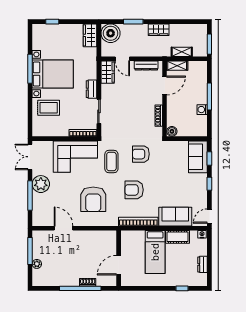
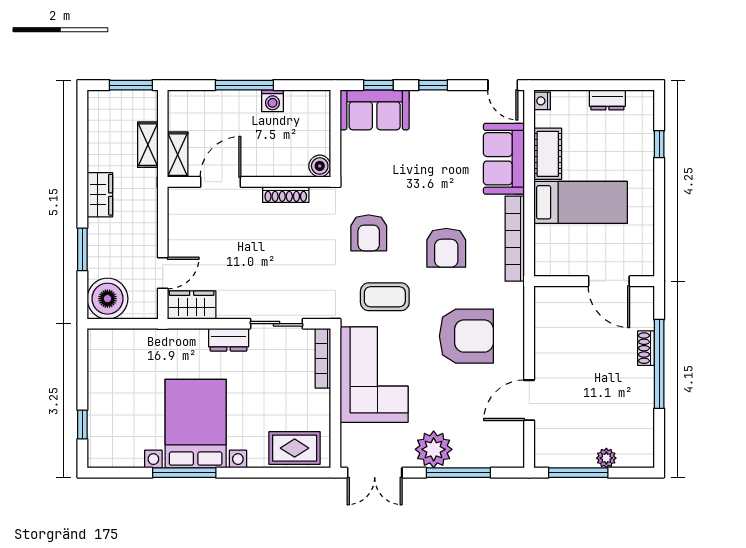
wardrobe: (90, 35) -> (112, 343), removed
dresser: (146, 66) -> (177, 222), removed
door: (165, 85) -> (220, 182), hinge flipped
rug: (49, 108) -> (295, 448), moved, turned 90

